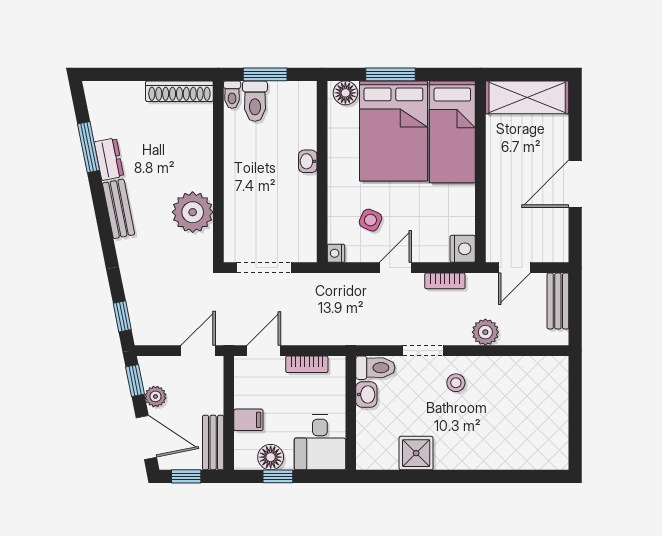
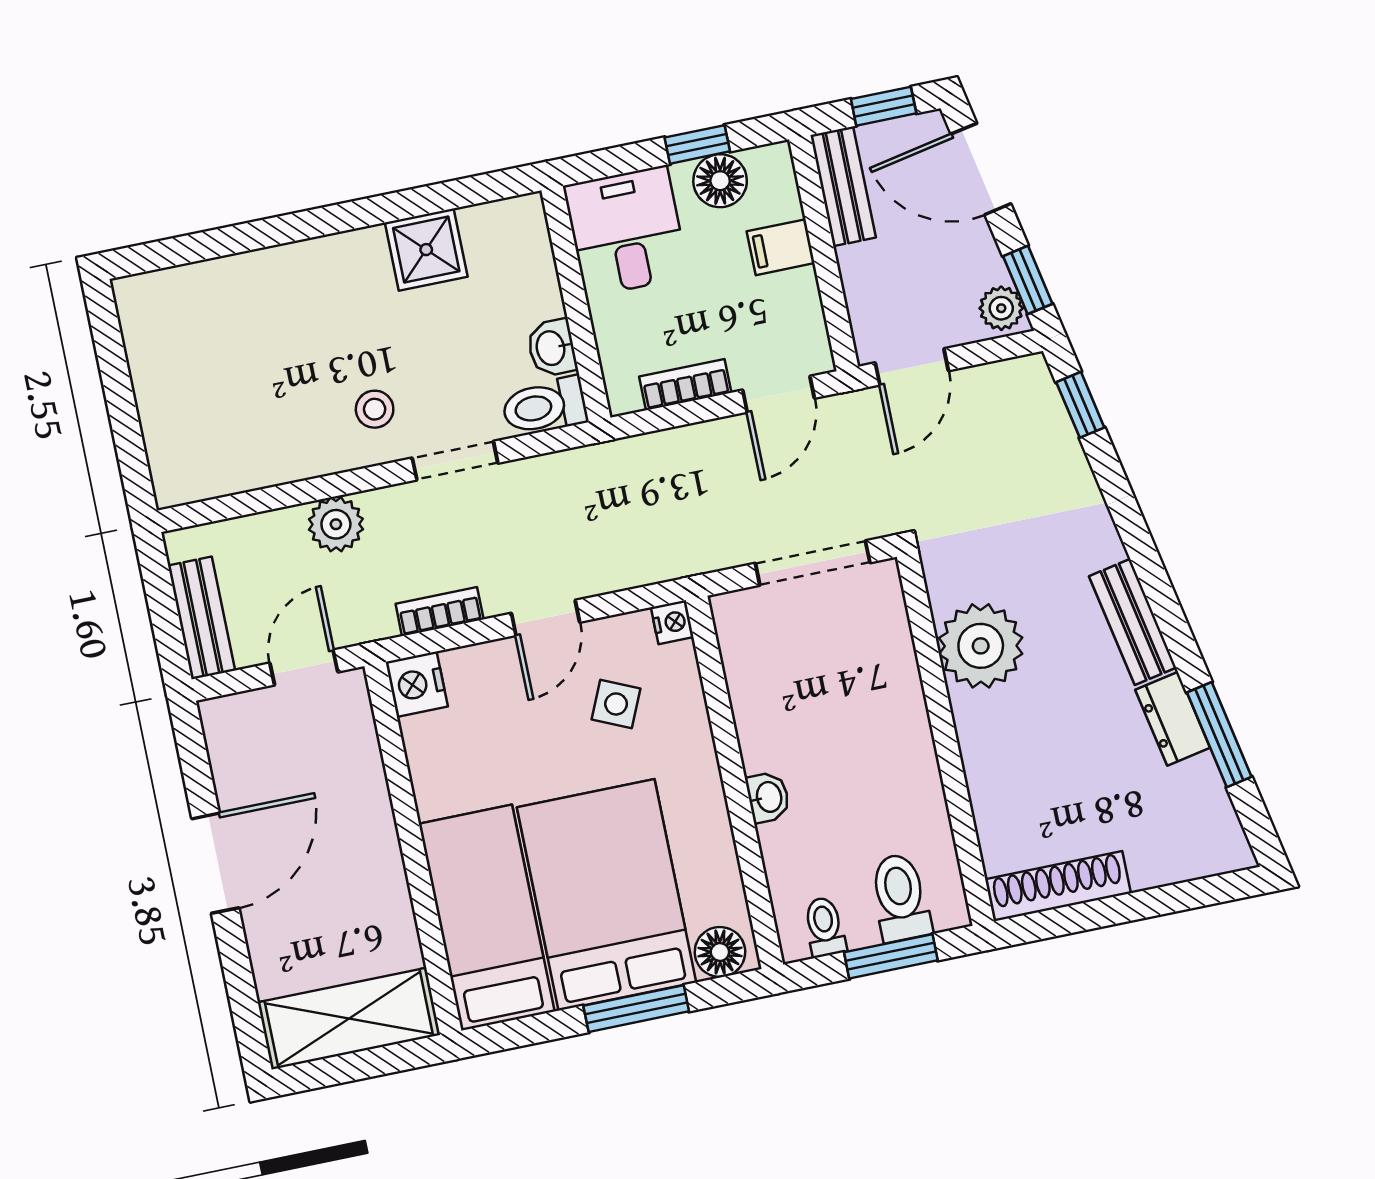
toilet: (232, 95) -> (825, 927), moved
plant: (156, 396) -> (1001, 308), moved

